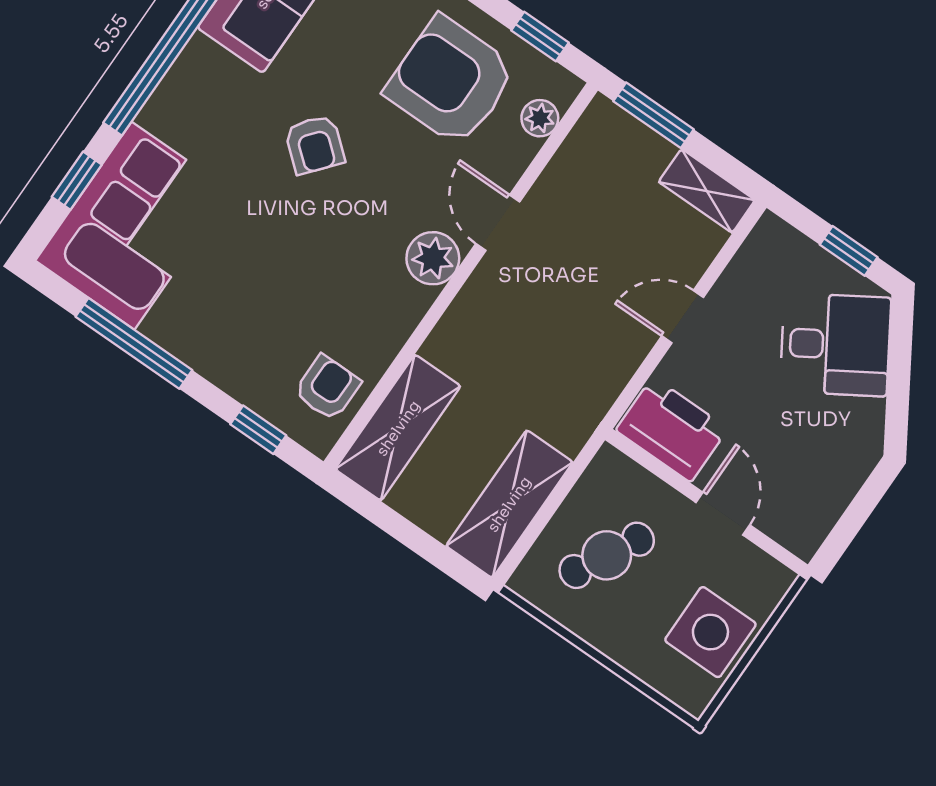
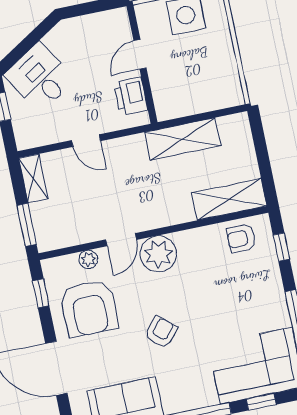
plant: (540, 118) -> (88, 259), moved
plant: (433, 258) -> (158, 254), width x1.36, depth x1.36
printer: (672, 429) -> (131, 96), width x0.73, depth x0.84
shelving: (509, 504) -> (183, 139), moved
cafe table: (607, 555) -> (197, 79), removed

